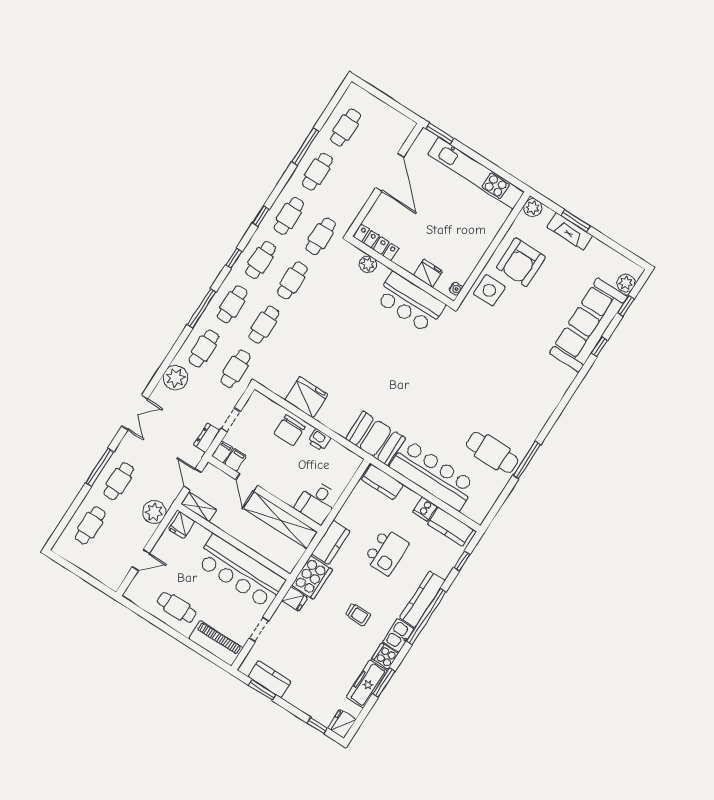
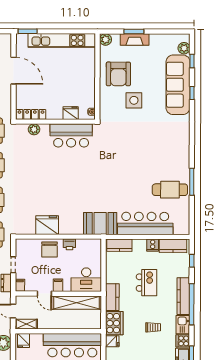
side table: (489, 290) -> (134, 100), moved
filing cabinet: (235, 460) -> (58, 285), moved
desk: (317, 502) -> (86, 280), width x1.37

